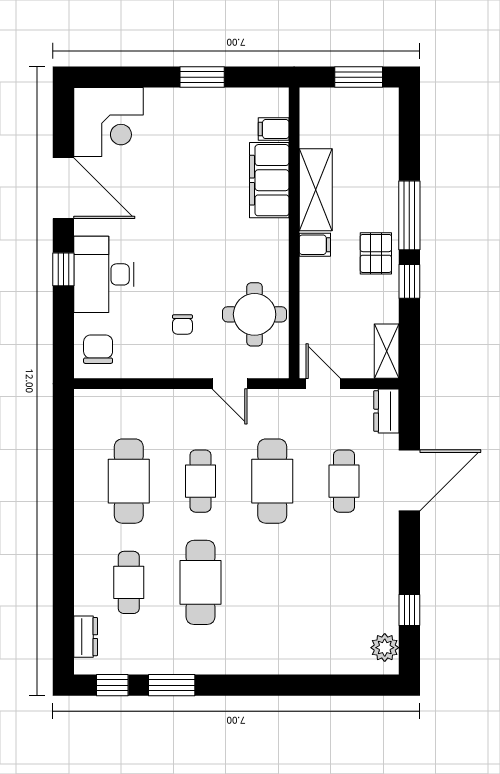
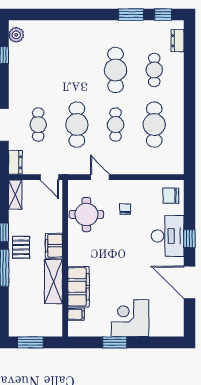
corner desk: (108, 122) -> (130, 318), moved
filing cabinet: (315, 245) -> (54, 246), width x2.00
chair: (98, 349) -> (171, 196), turned 90

